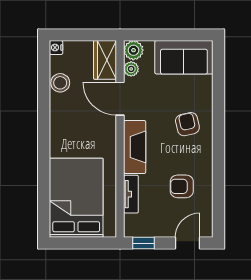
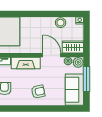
window: (164, 35) -> (86, 79), added
door: (120, 99) -> (52, 55), hinge flipped

